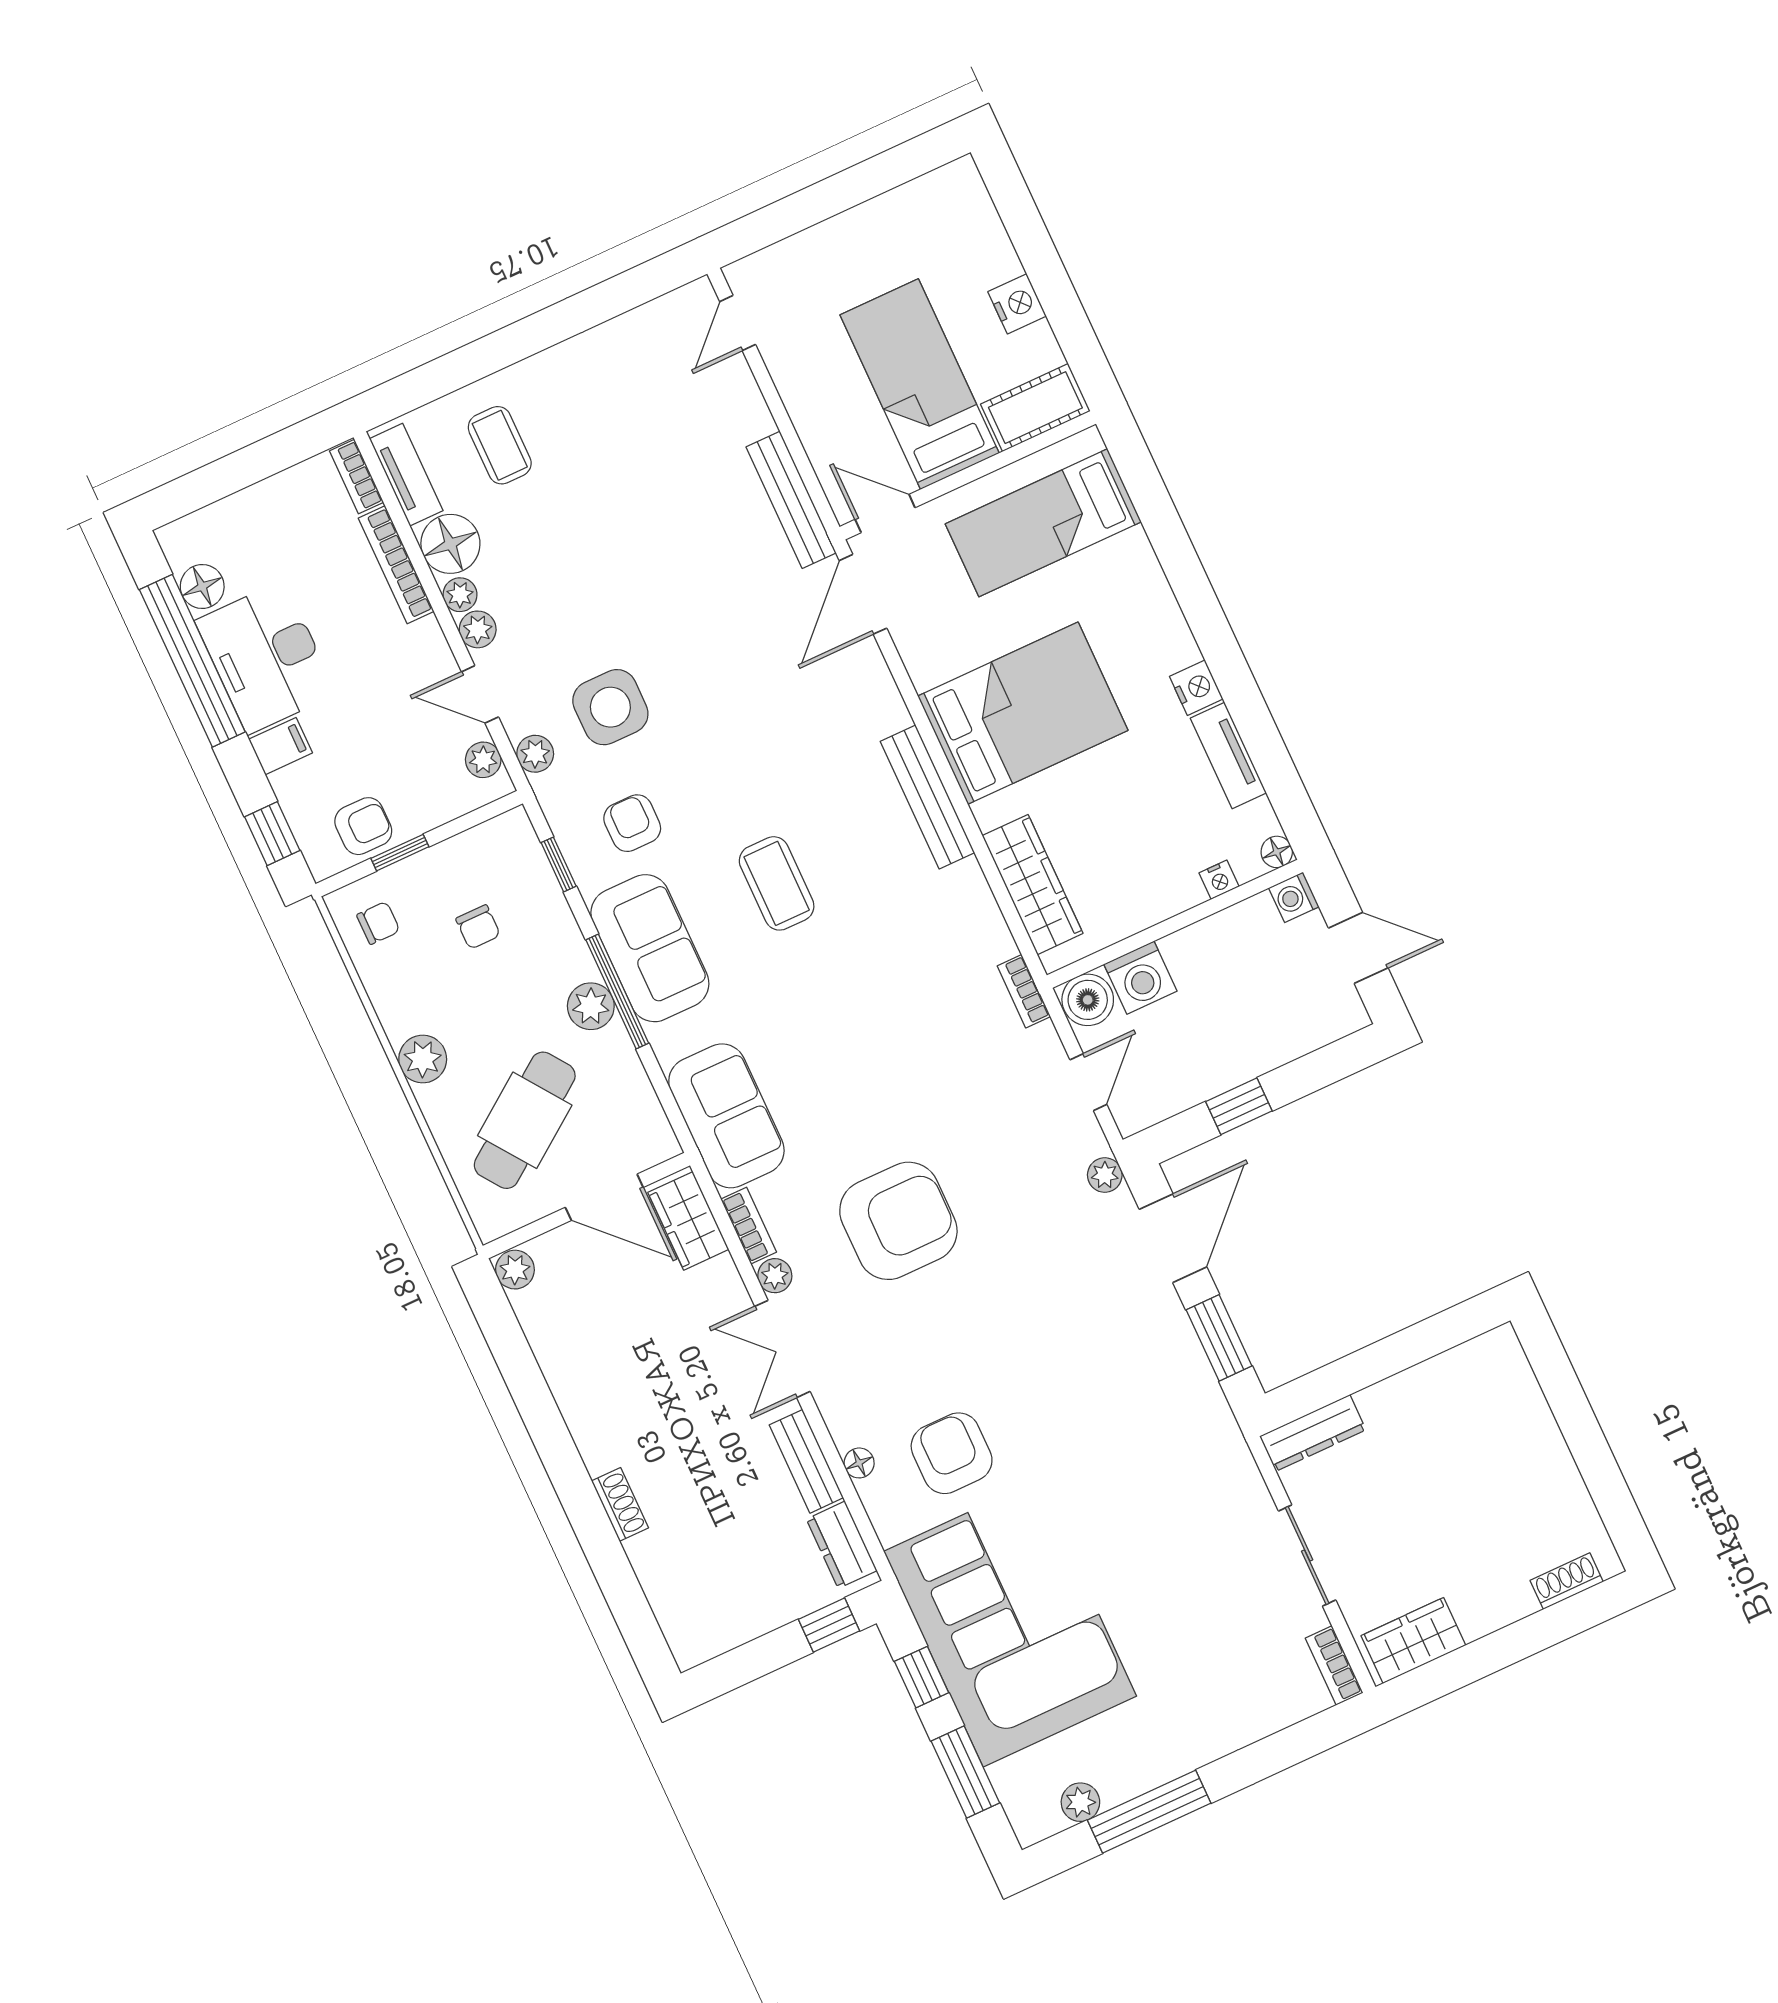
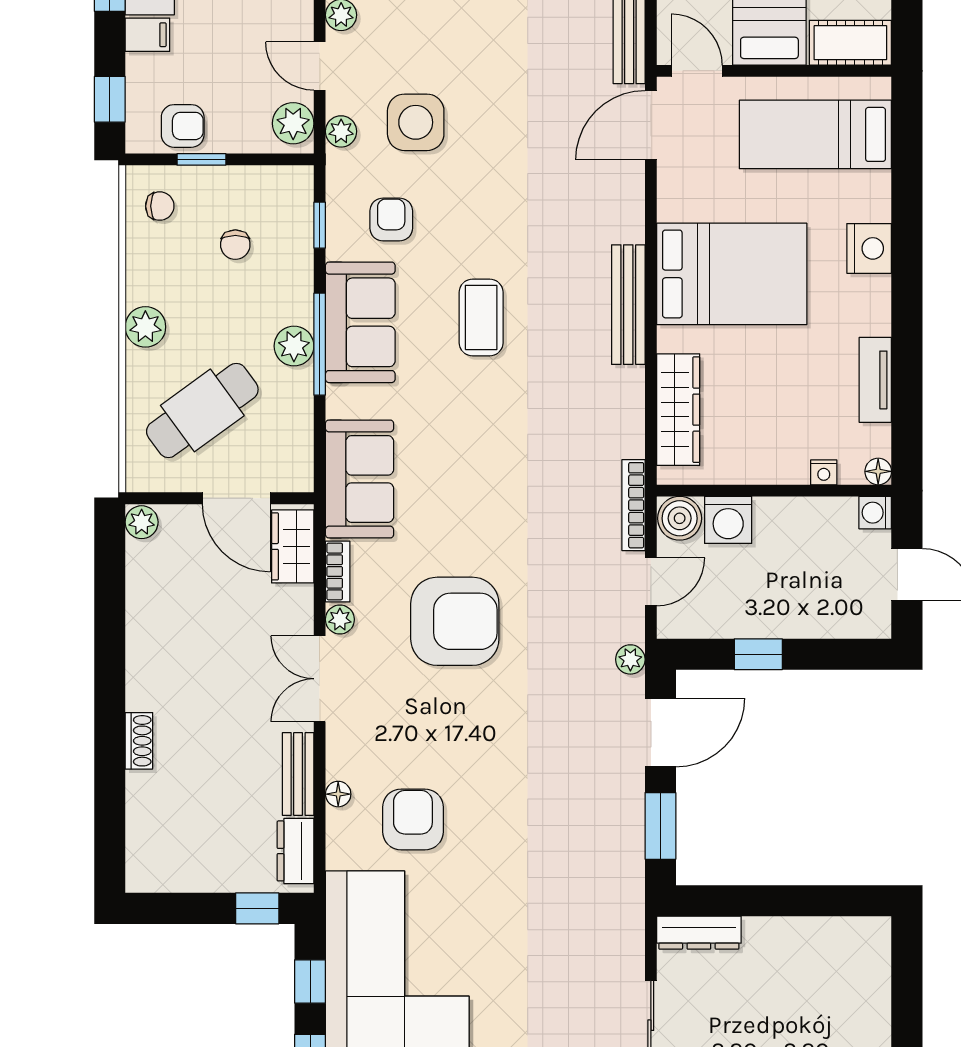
nightstand: (1196, 688) -> (869, 248), moved, width x1.36, depth x1.33
plant: (483, 760) -> (293, 123), width x1.38, depth x1.38
bookcase: (1024, 991) -> (633, 505), width x1.56

